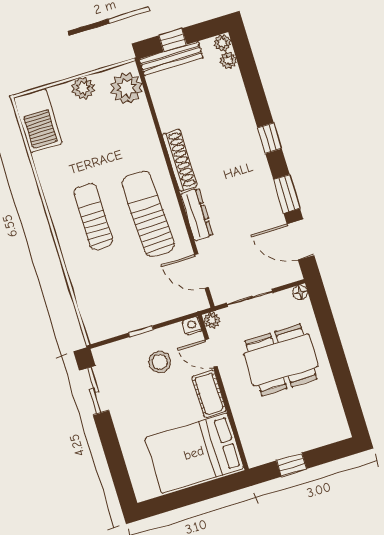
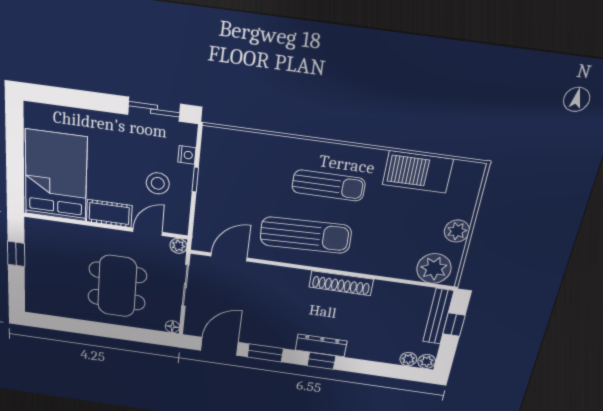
barbecue: (38, 120) -> (418, 172), moved
dresser: (197, 215) -> (321, 346), moved, turned 180
nightstand: (192, 326) -> (187, 155), moved

